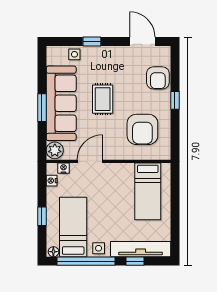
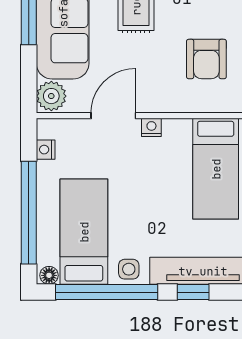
armchair: (142, 129) -> (206, 59), width x0.73, depth x0.73
nightstand: (63, 168) -> (151, 127), moved
window: (42, 216) -> (29, 213), width x3.17

